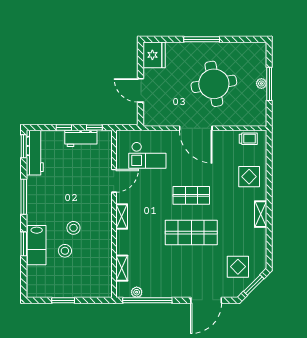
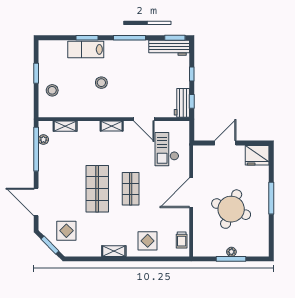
round table: (214, 84) -> (231, 209), turned 31
workbench: (81, 138) -> (182, 103), moved
stool: (65, 251) -> (52, 90), moved

